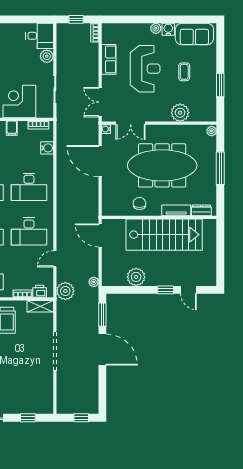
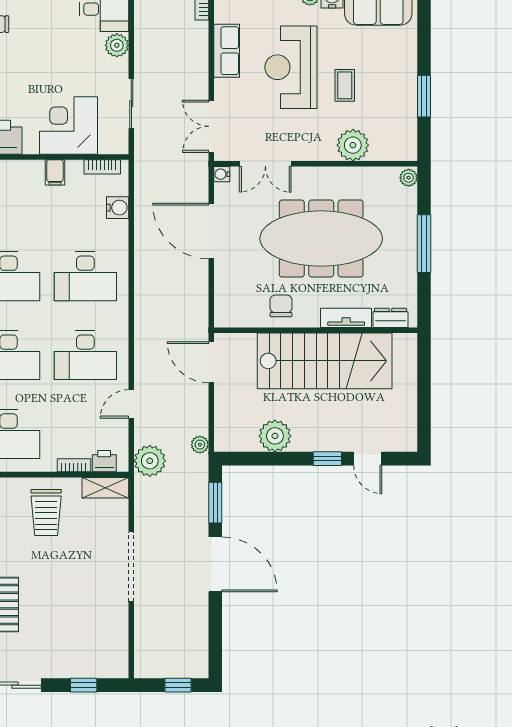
reception desk: (145, 69) -> (291, 67), turned 180
coffee table: (184, 72) -> (345, 85), moved

